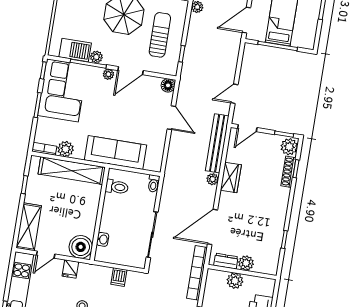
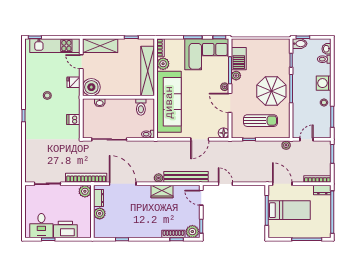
sofa: (116, 153) -> (169, 102), width x1.36, depth x1.27
plant: (235, 281) -> (85, 191), moved

